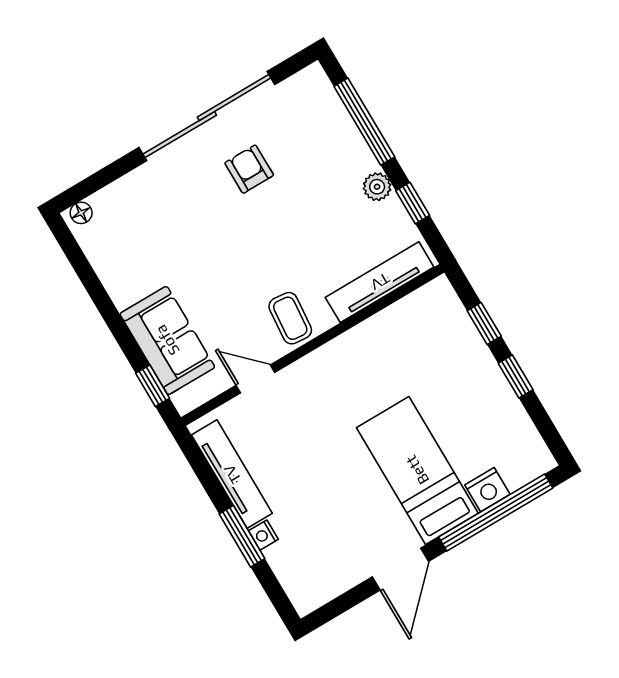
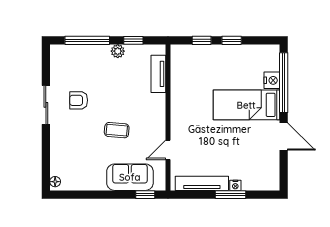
sliding door: (207, 116) -> (46, 105), width x0.54
tv unit: (380, 282) -> (158, 74), width x0.71
coffee table: (290, 318) -> (117, 130), moved

